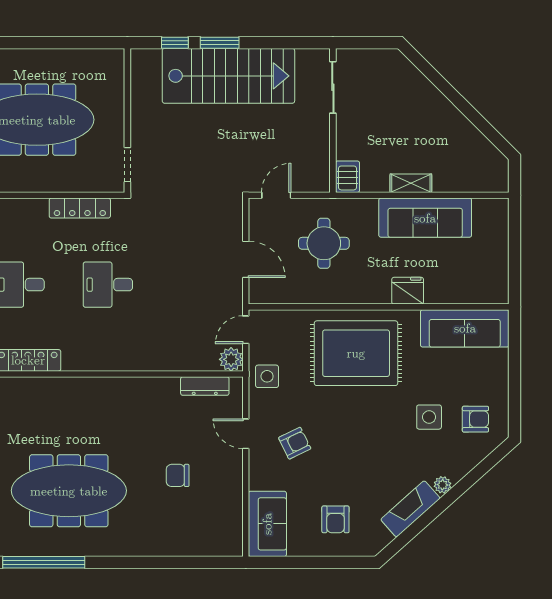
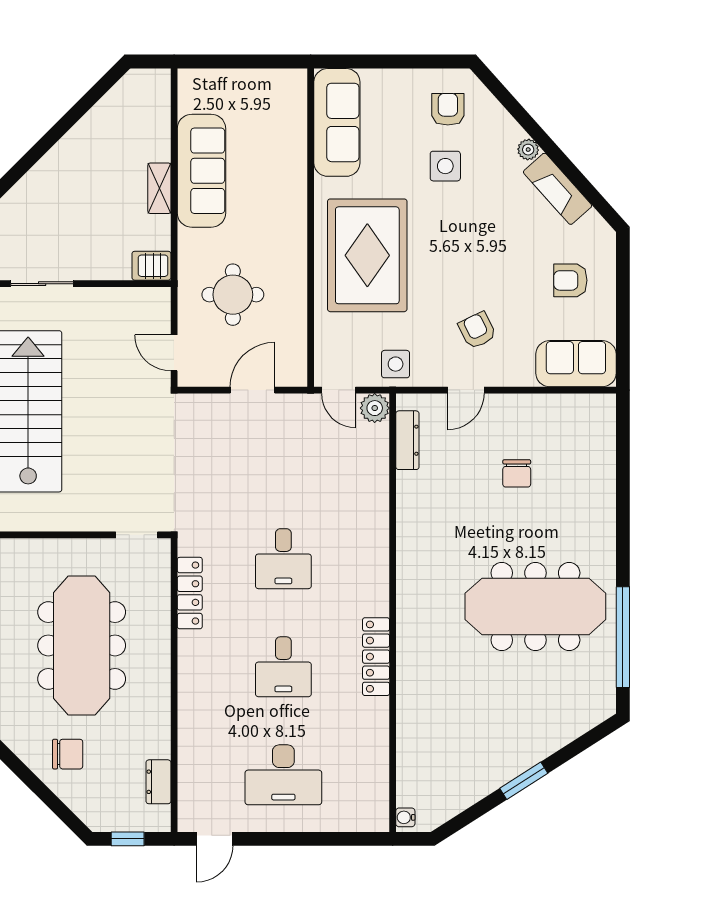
fridge: (408, 291) -> (291, 192), removed
meeting table: (69, 491) -> (535, 606), turned 90
armchair: (335, 519) -> (570, 280), turned 180

